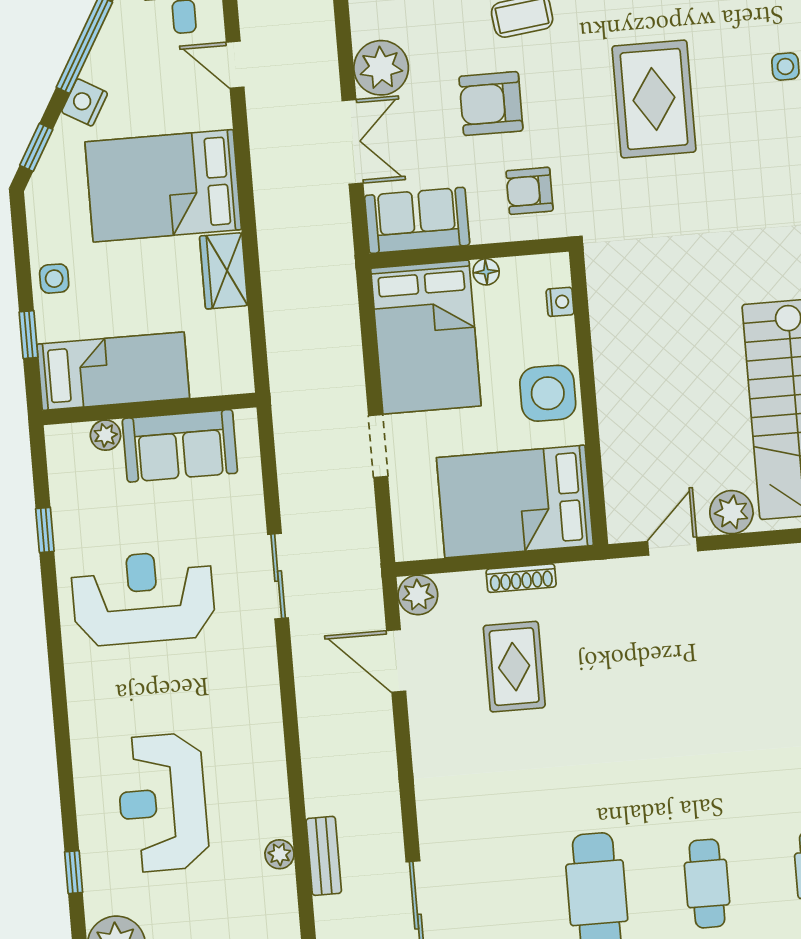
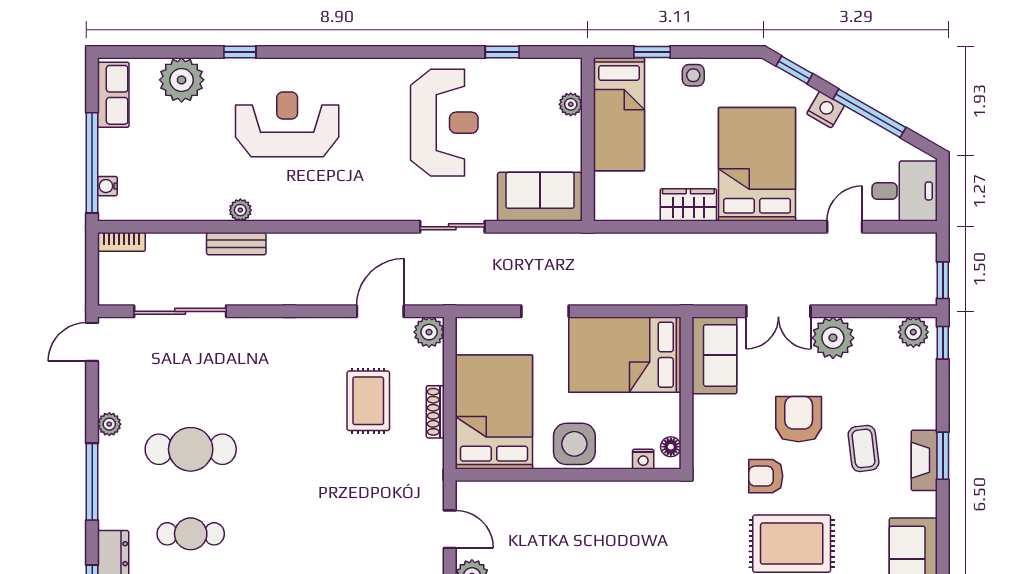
armchair: (530, 191) -> (766, 476), moved, turned -90
floor lamp: (486, 272) -> (671, 447), moved
sofa: (180, 446) -> (540, 197), moved, turned 90
rug: (514, 667) -> (368, 401), turned 90

